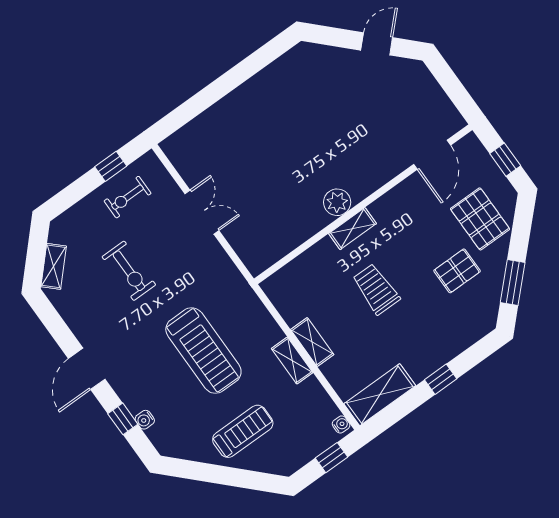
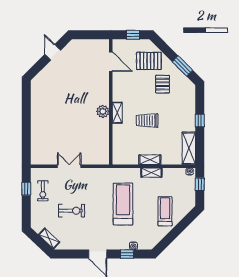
treadmill: (203, 351) -> (123, 204), turned -90

